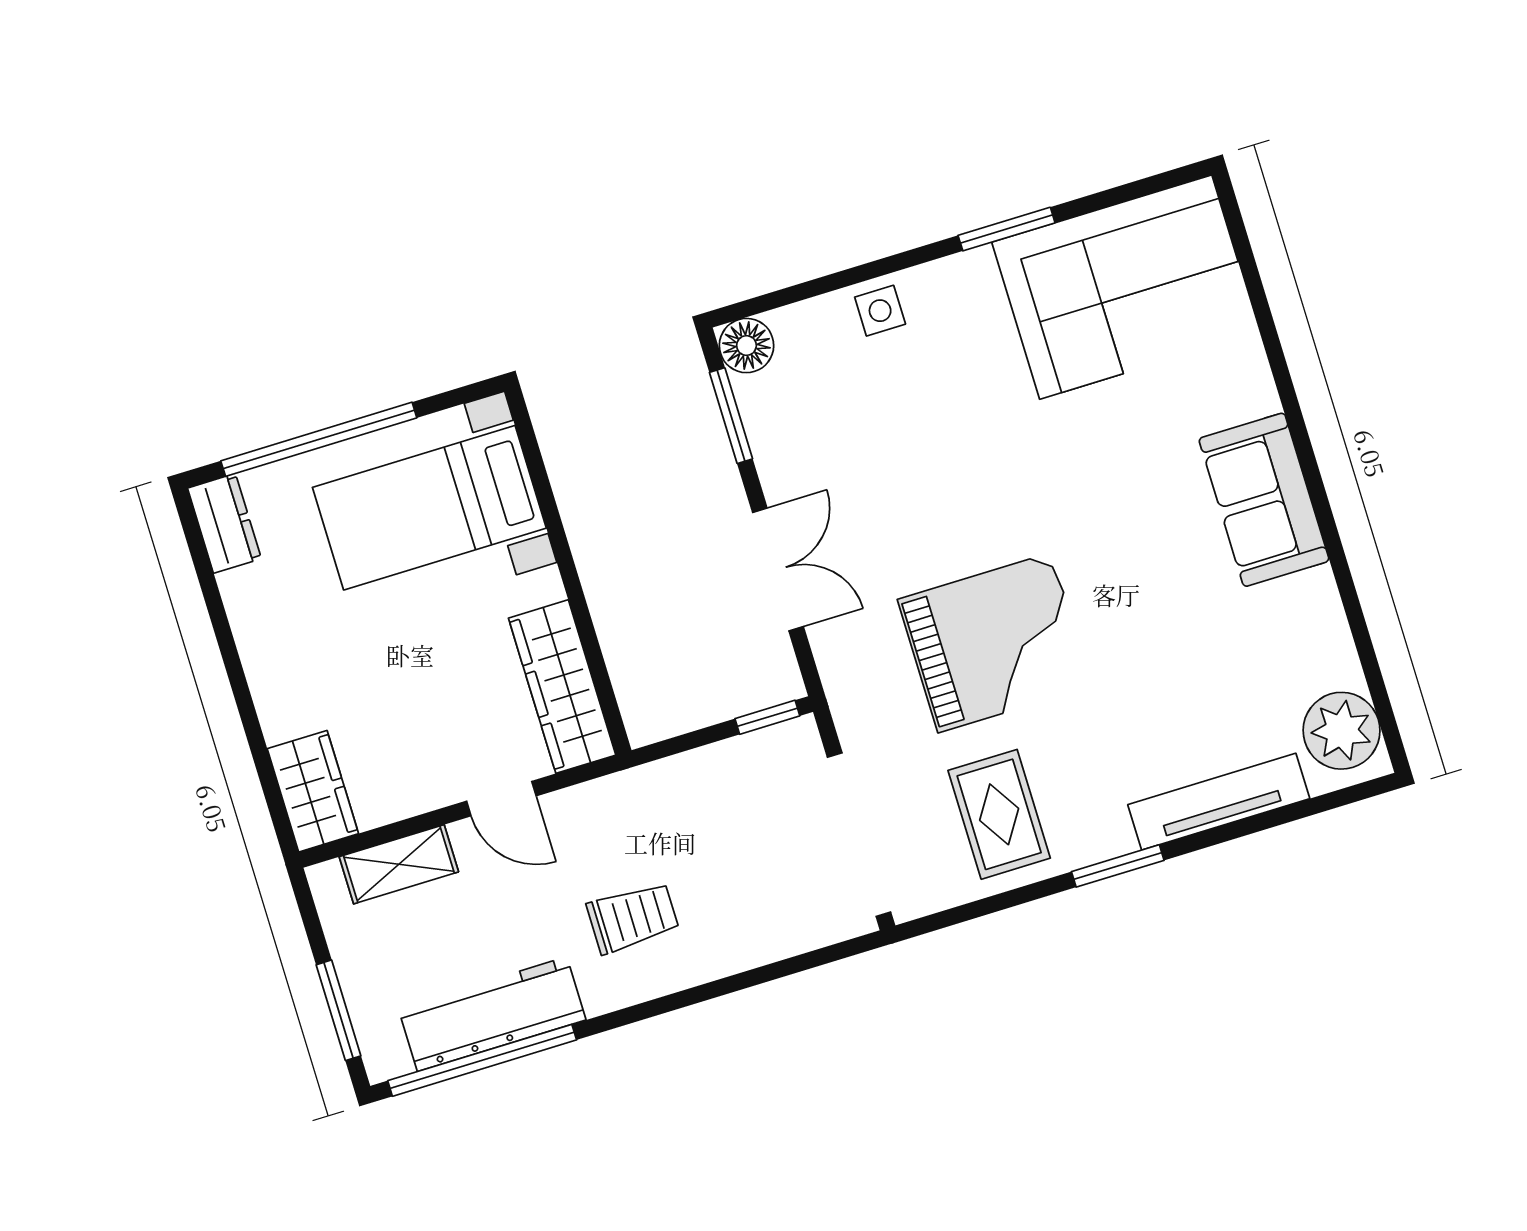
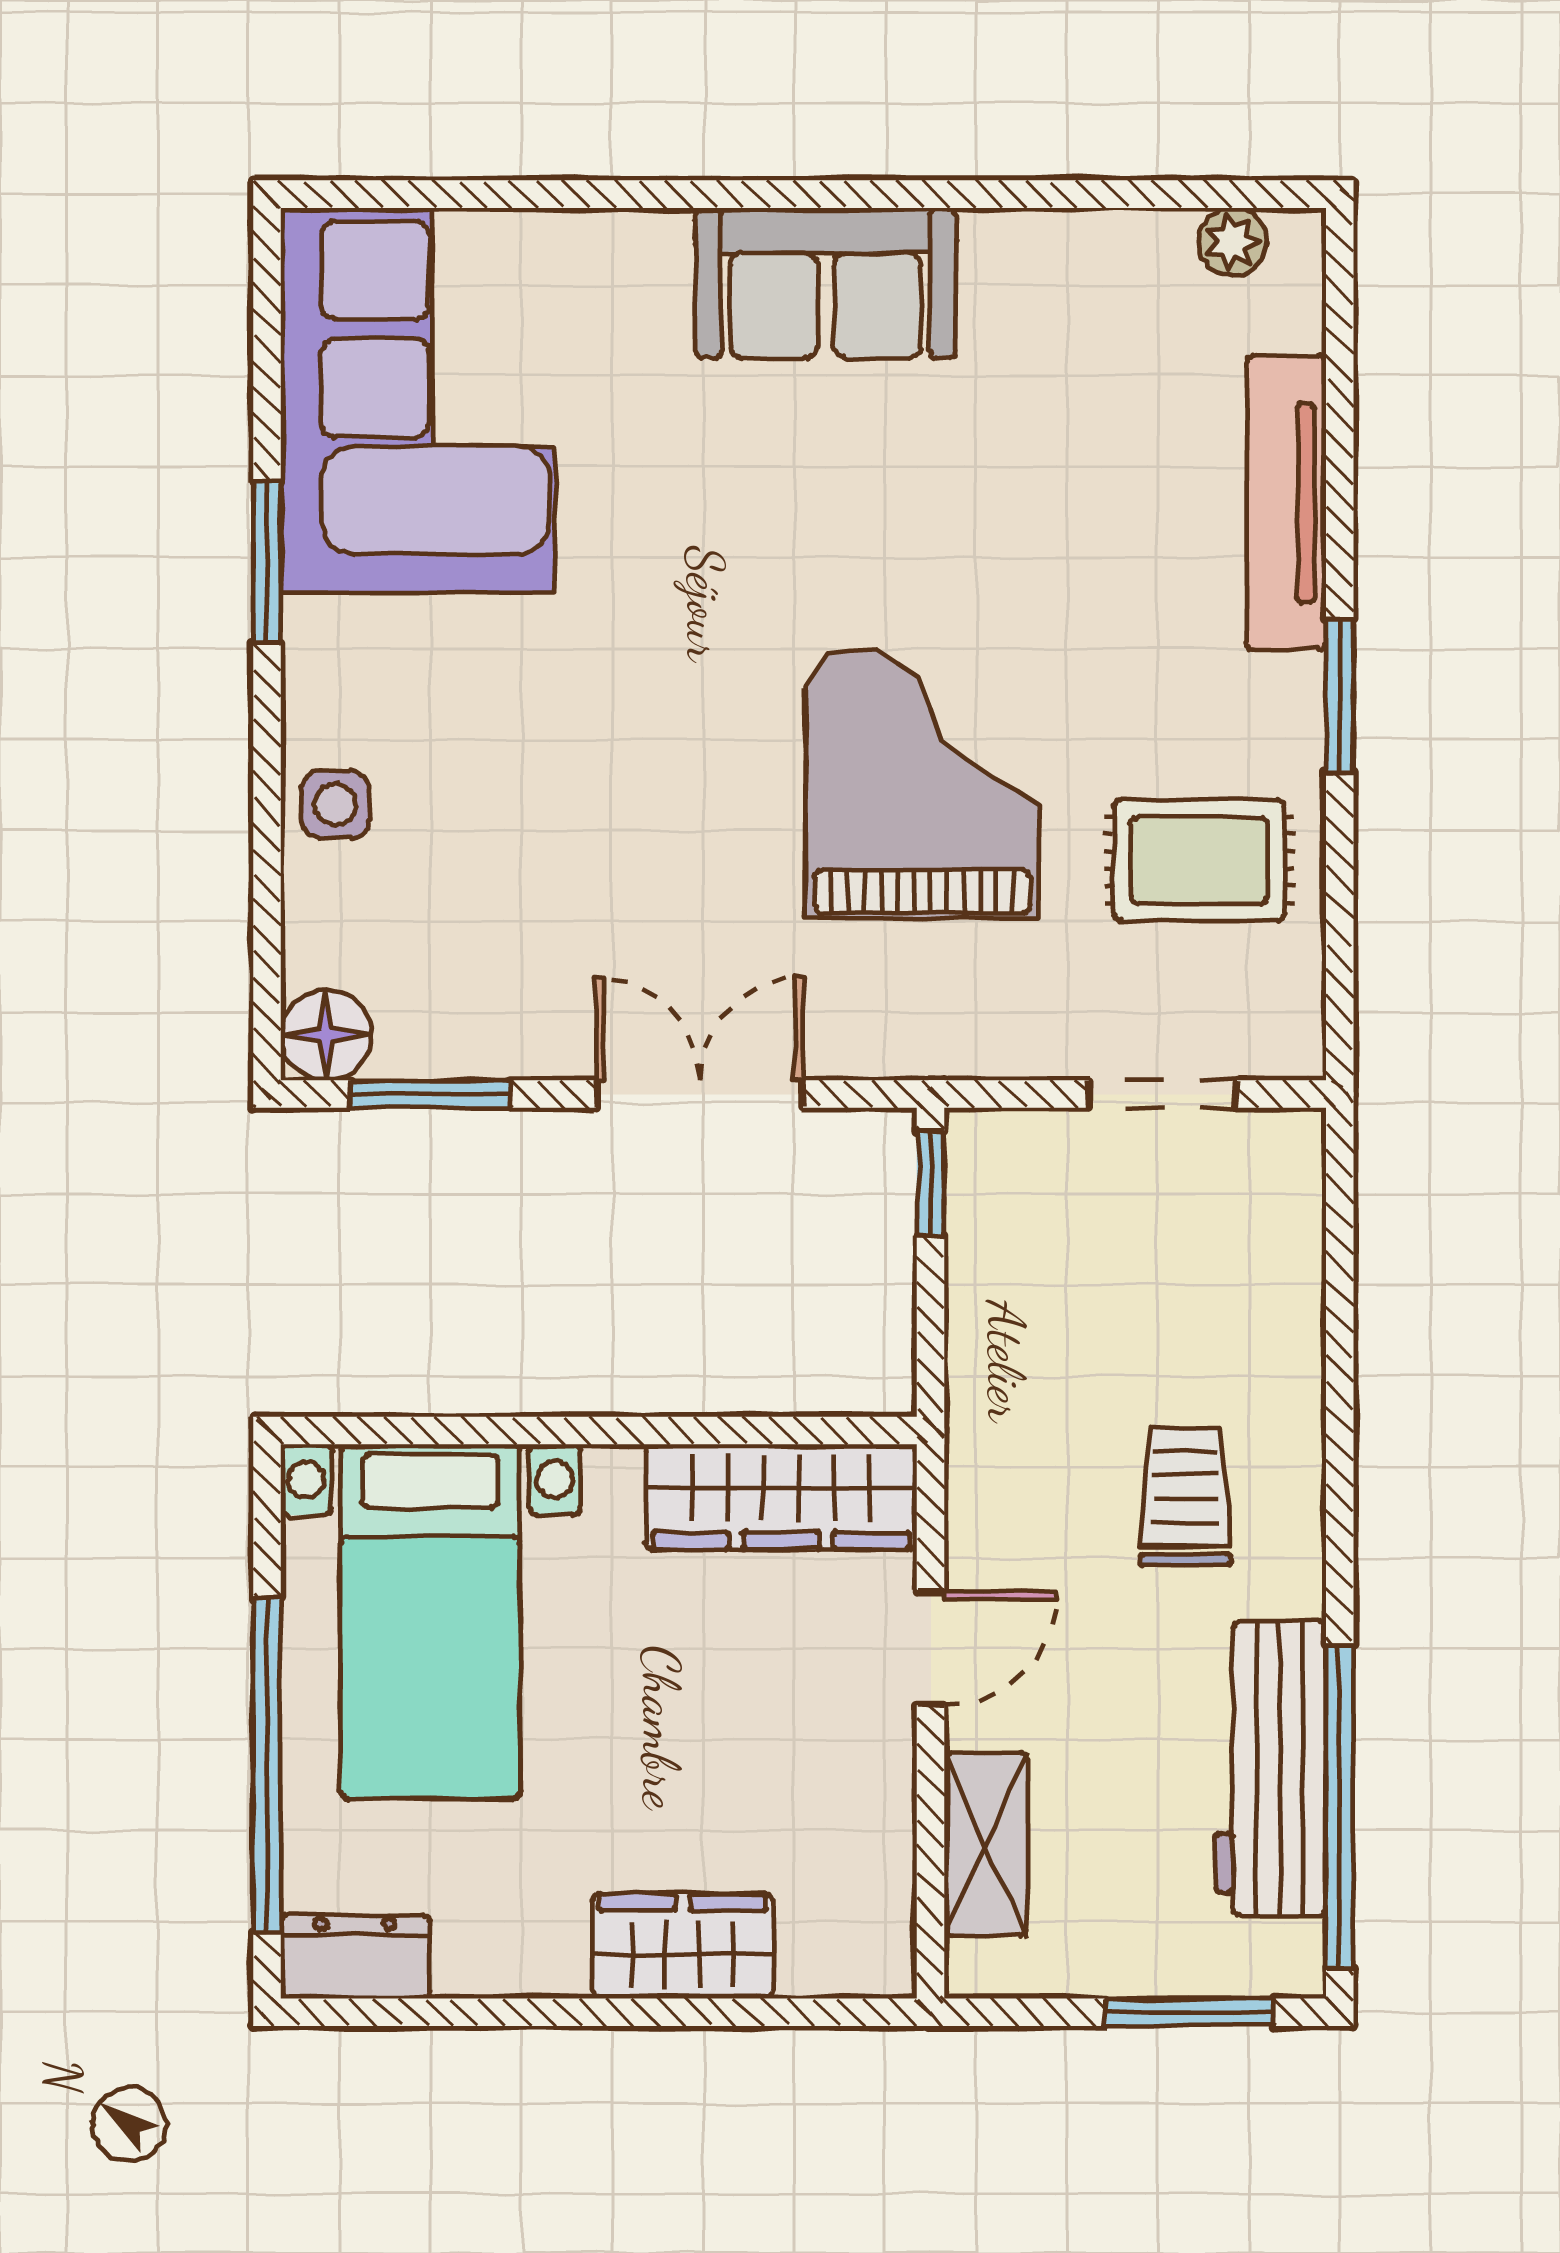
plant: (1342, 731) -> (1233, 242), width x0.53, depth x0.53
wardrobe: (313, 791) -> (683, 1946), moved
doorway: (859, 835) -> (1163, 1094), width x0.53

